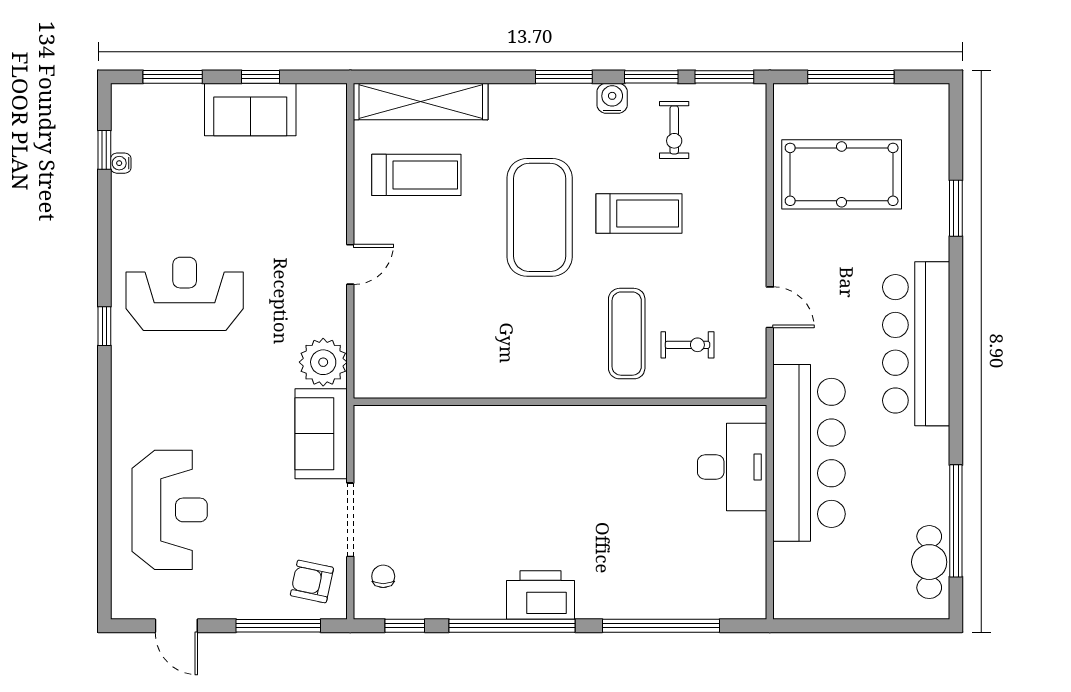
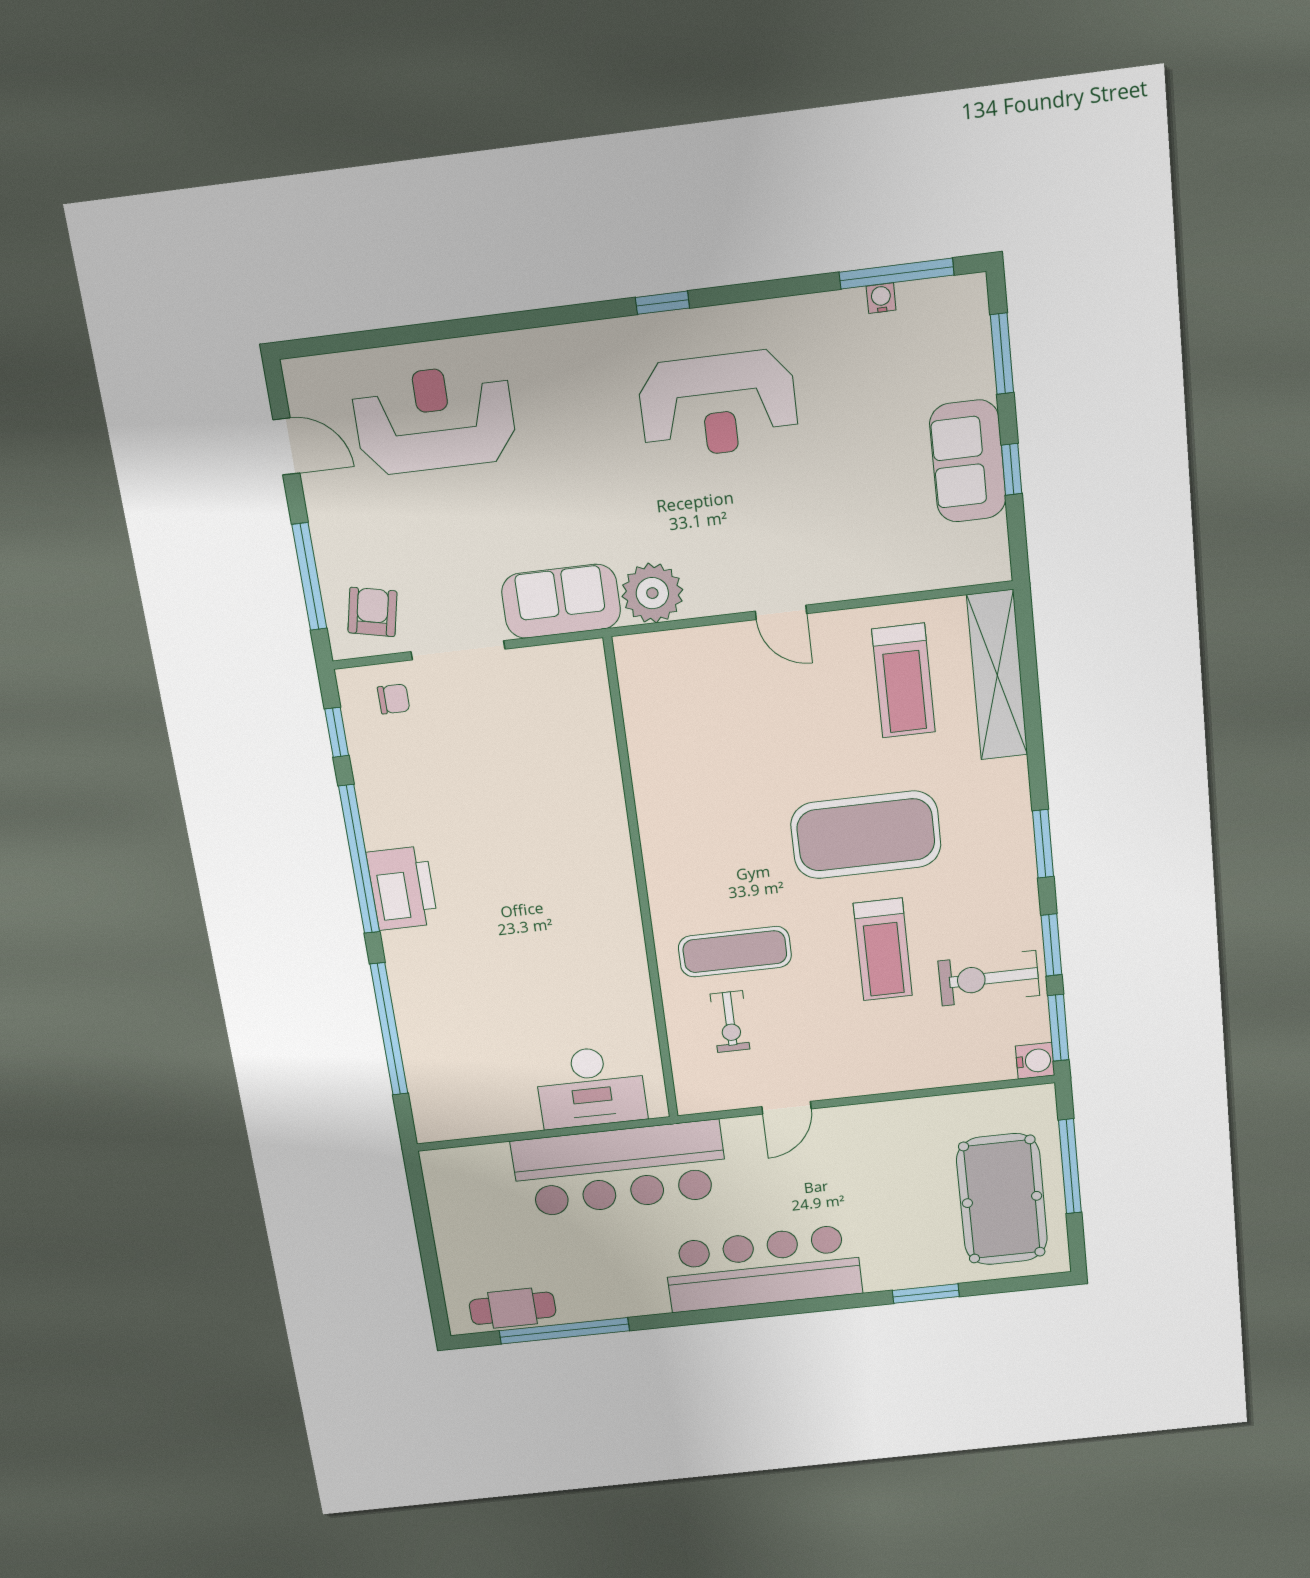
water cooler: (612, 98) -> (1035, 1061), moved
exercise bike: (674, 130) -> (989, 978), width x1.38, depth x1.39
window: (104, 150) -> (897, 274), width x2.17
pool table: (842, 174) -> (1002, 1199), moved
reception desk: (185, 294) -> (718, 405), turned 90
reception desk: (170, 510) -> (434, 419), turned 180
door: (176, 626) -> (286, 446), swing flipped

